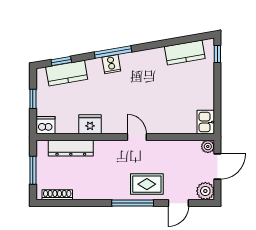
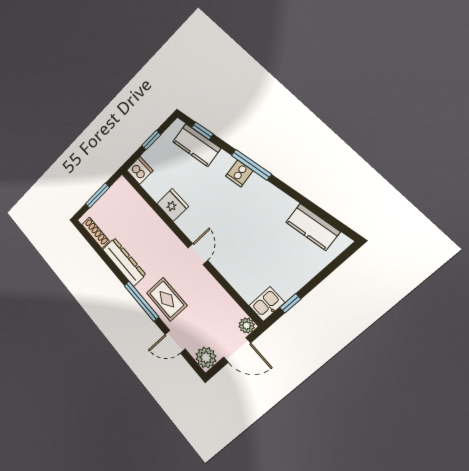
window: (217, 54) -> (290, 303), moved
dresser: (71, 148) -> (124, 262), moved, turned 180

